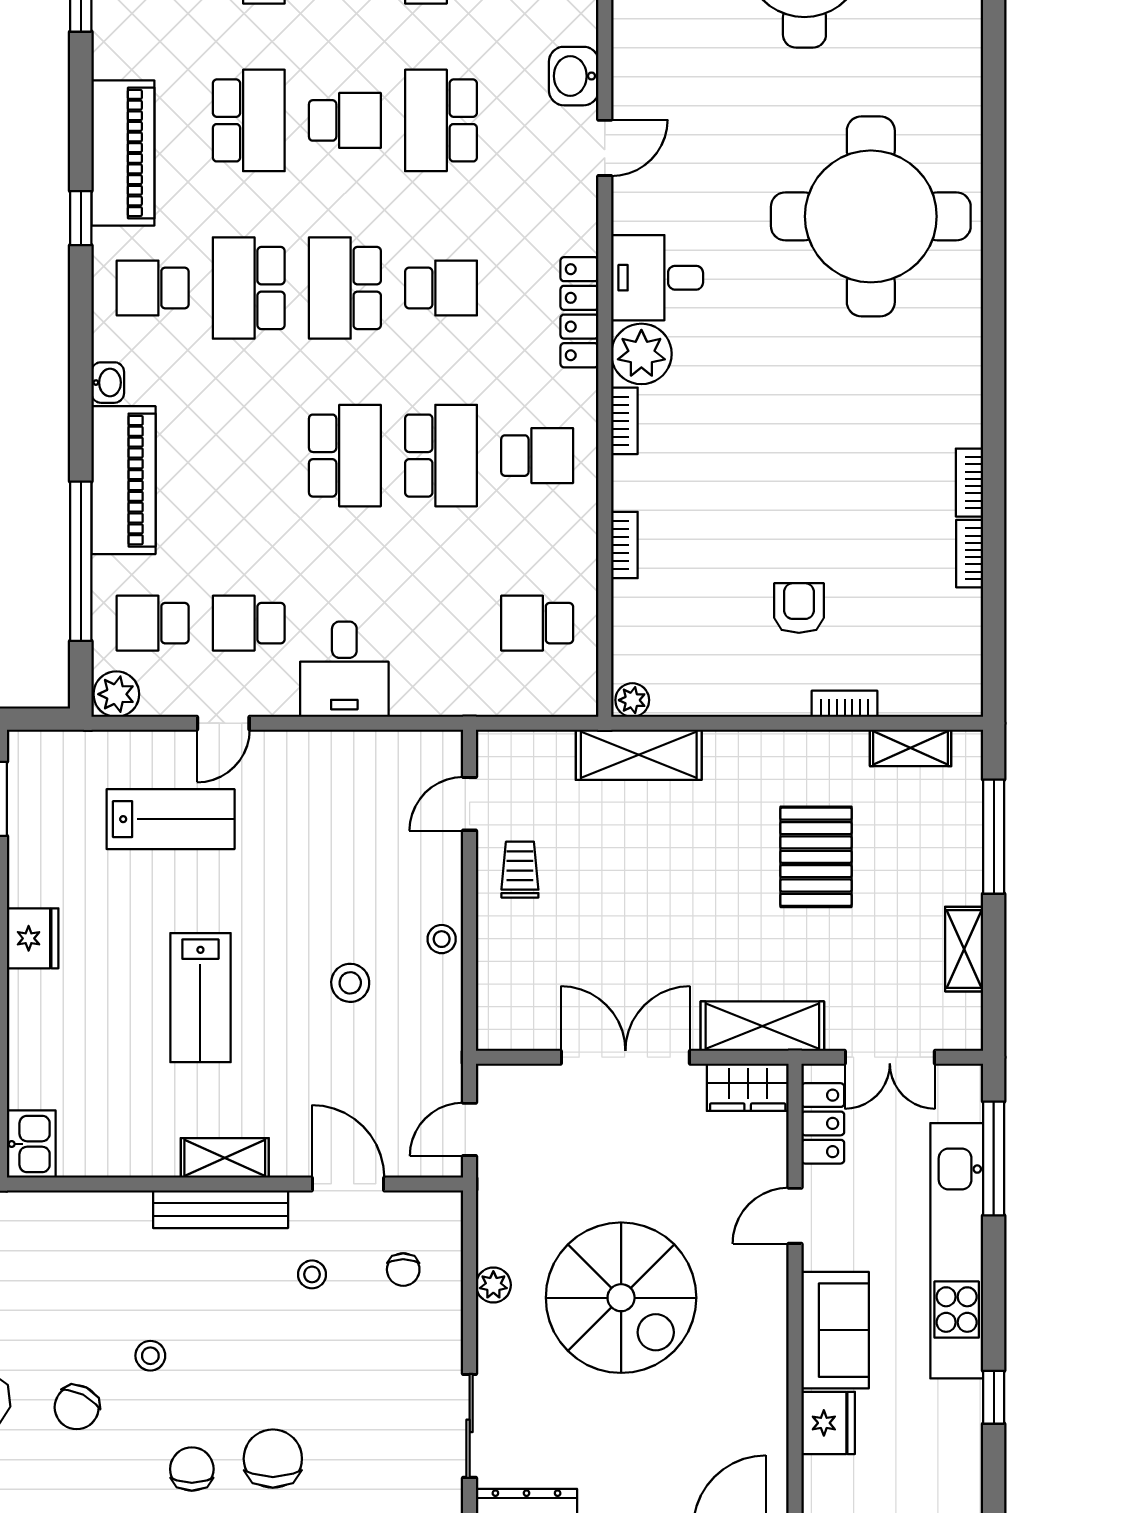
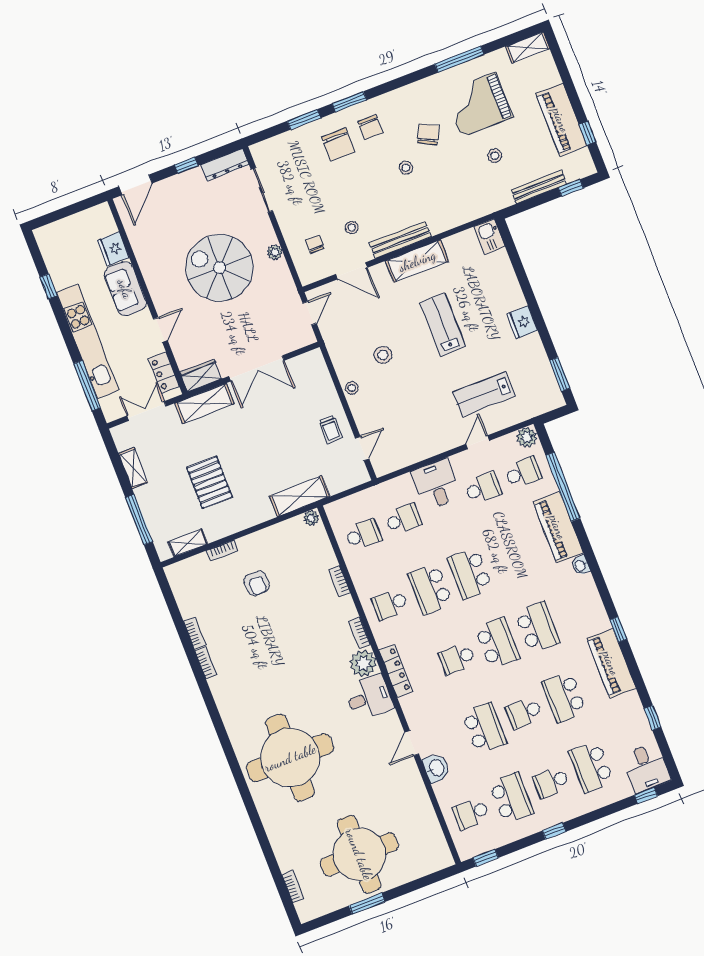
school desk: (153, 288) -> (403, 519), moved
shelving: (225, 1158) -> (417, 261), width x1.50, depth x1.33

